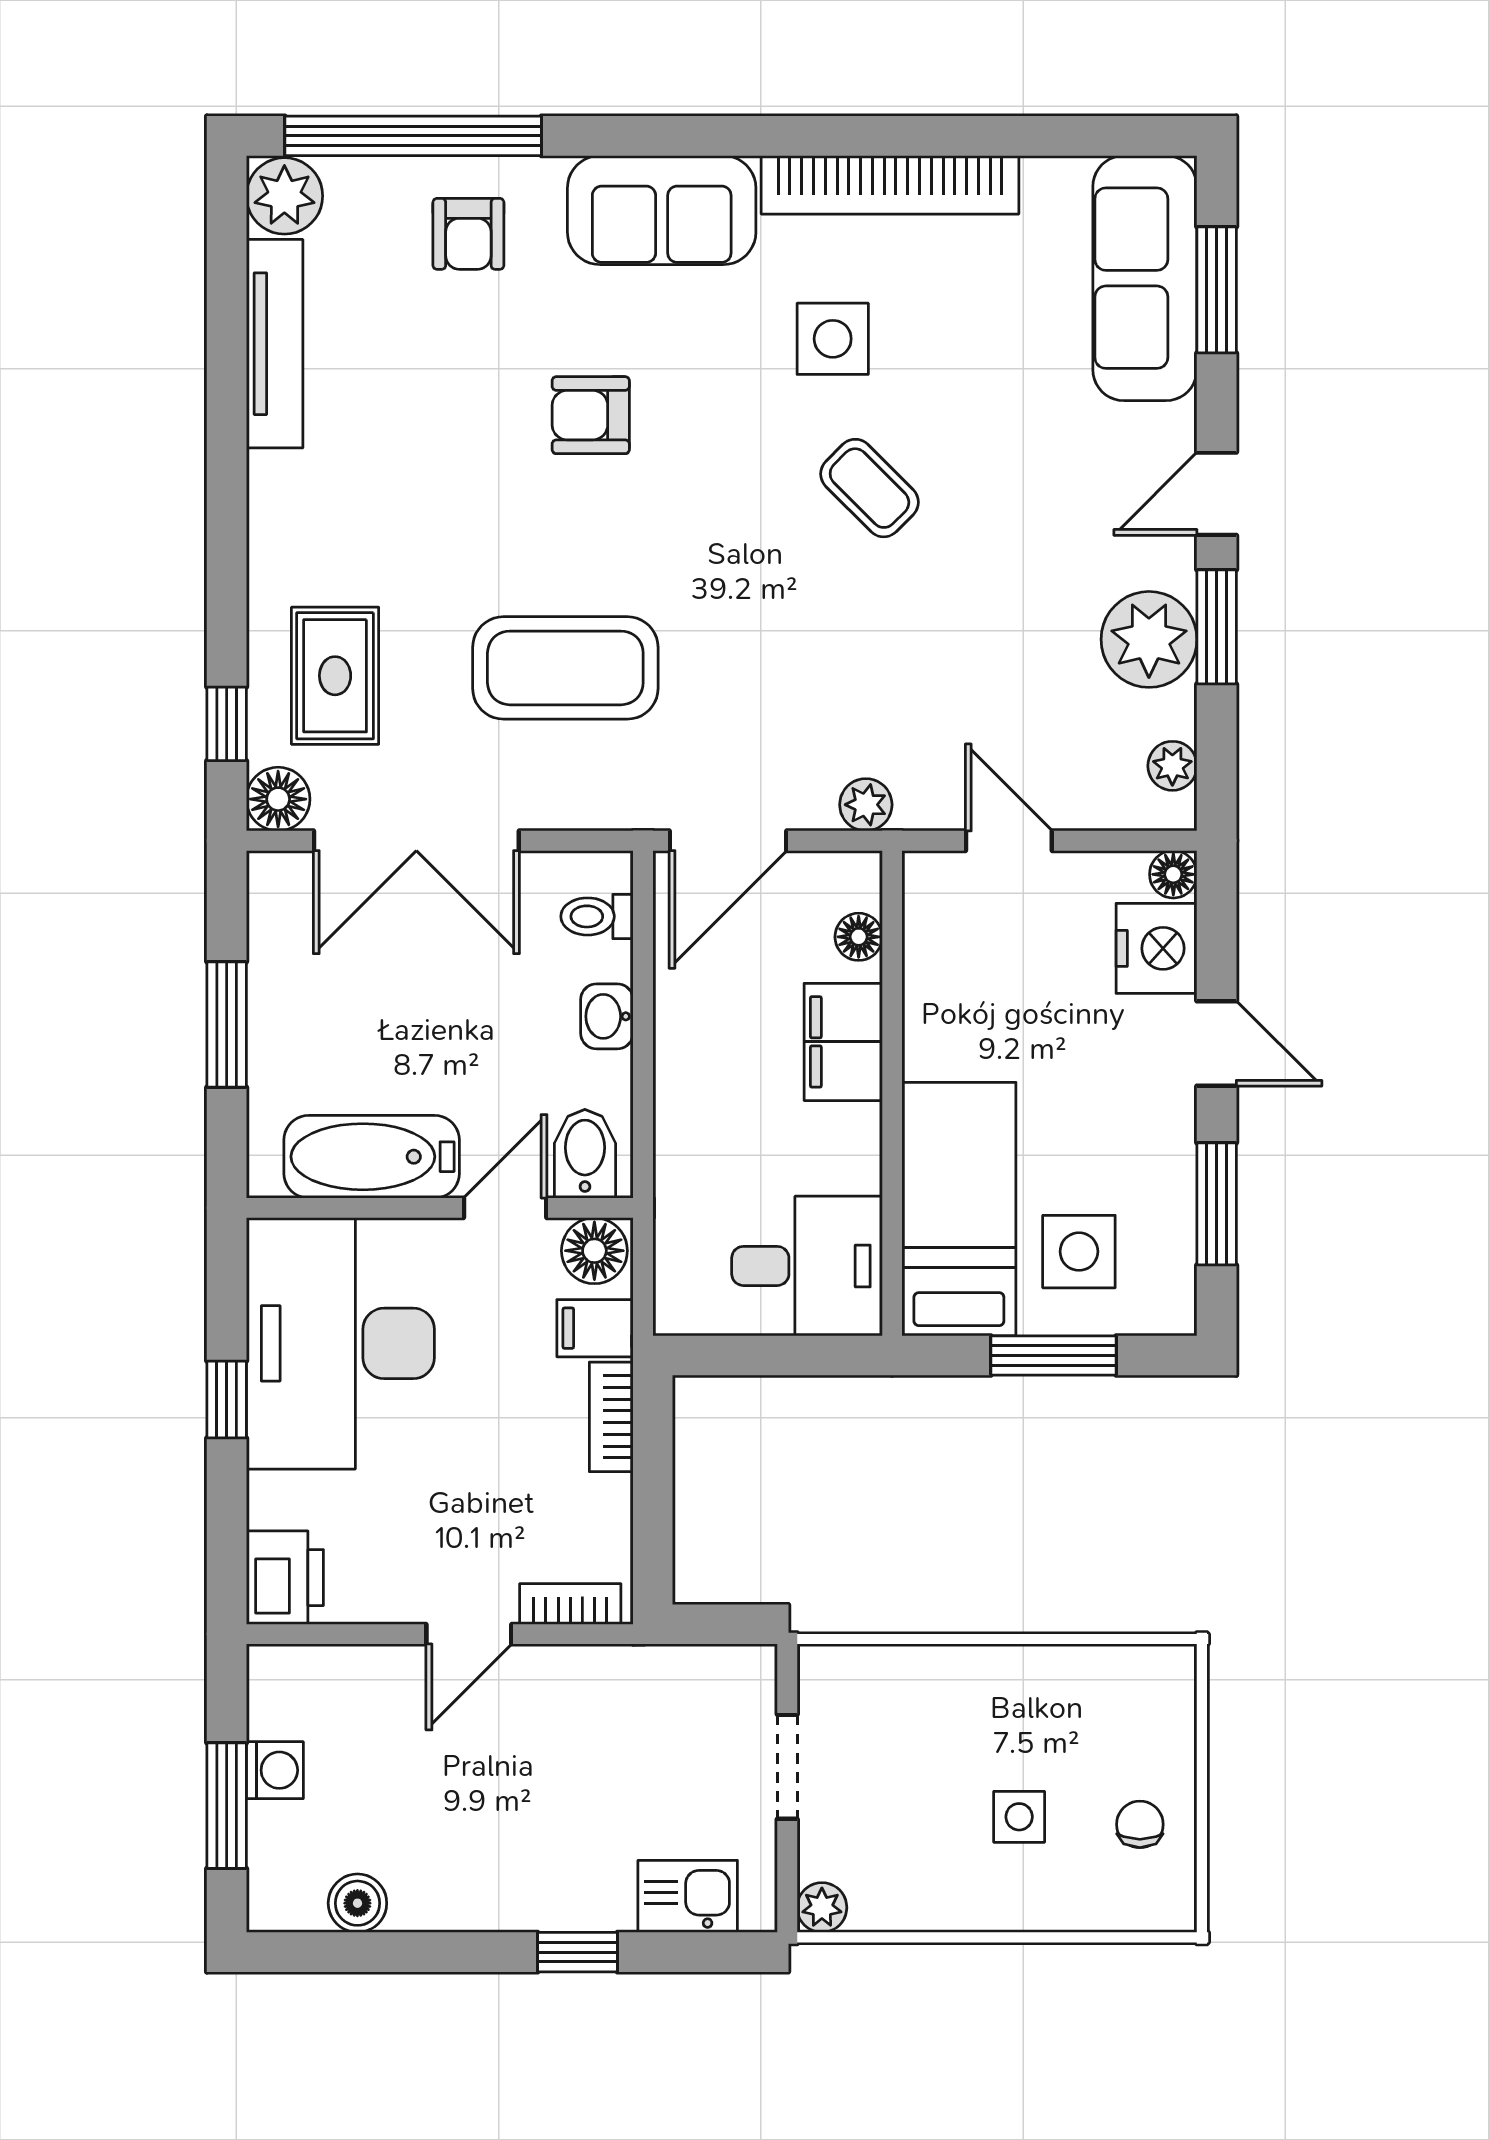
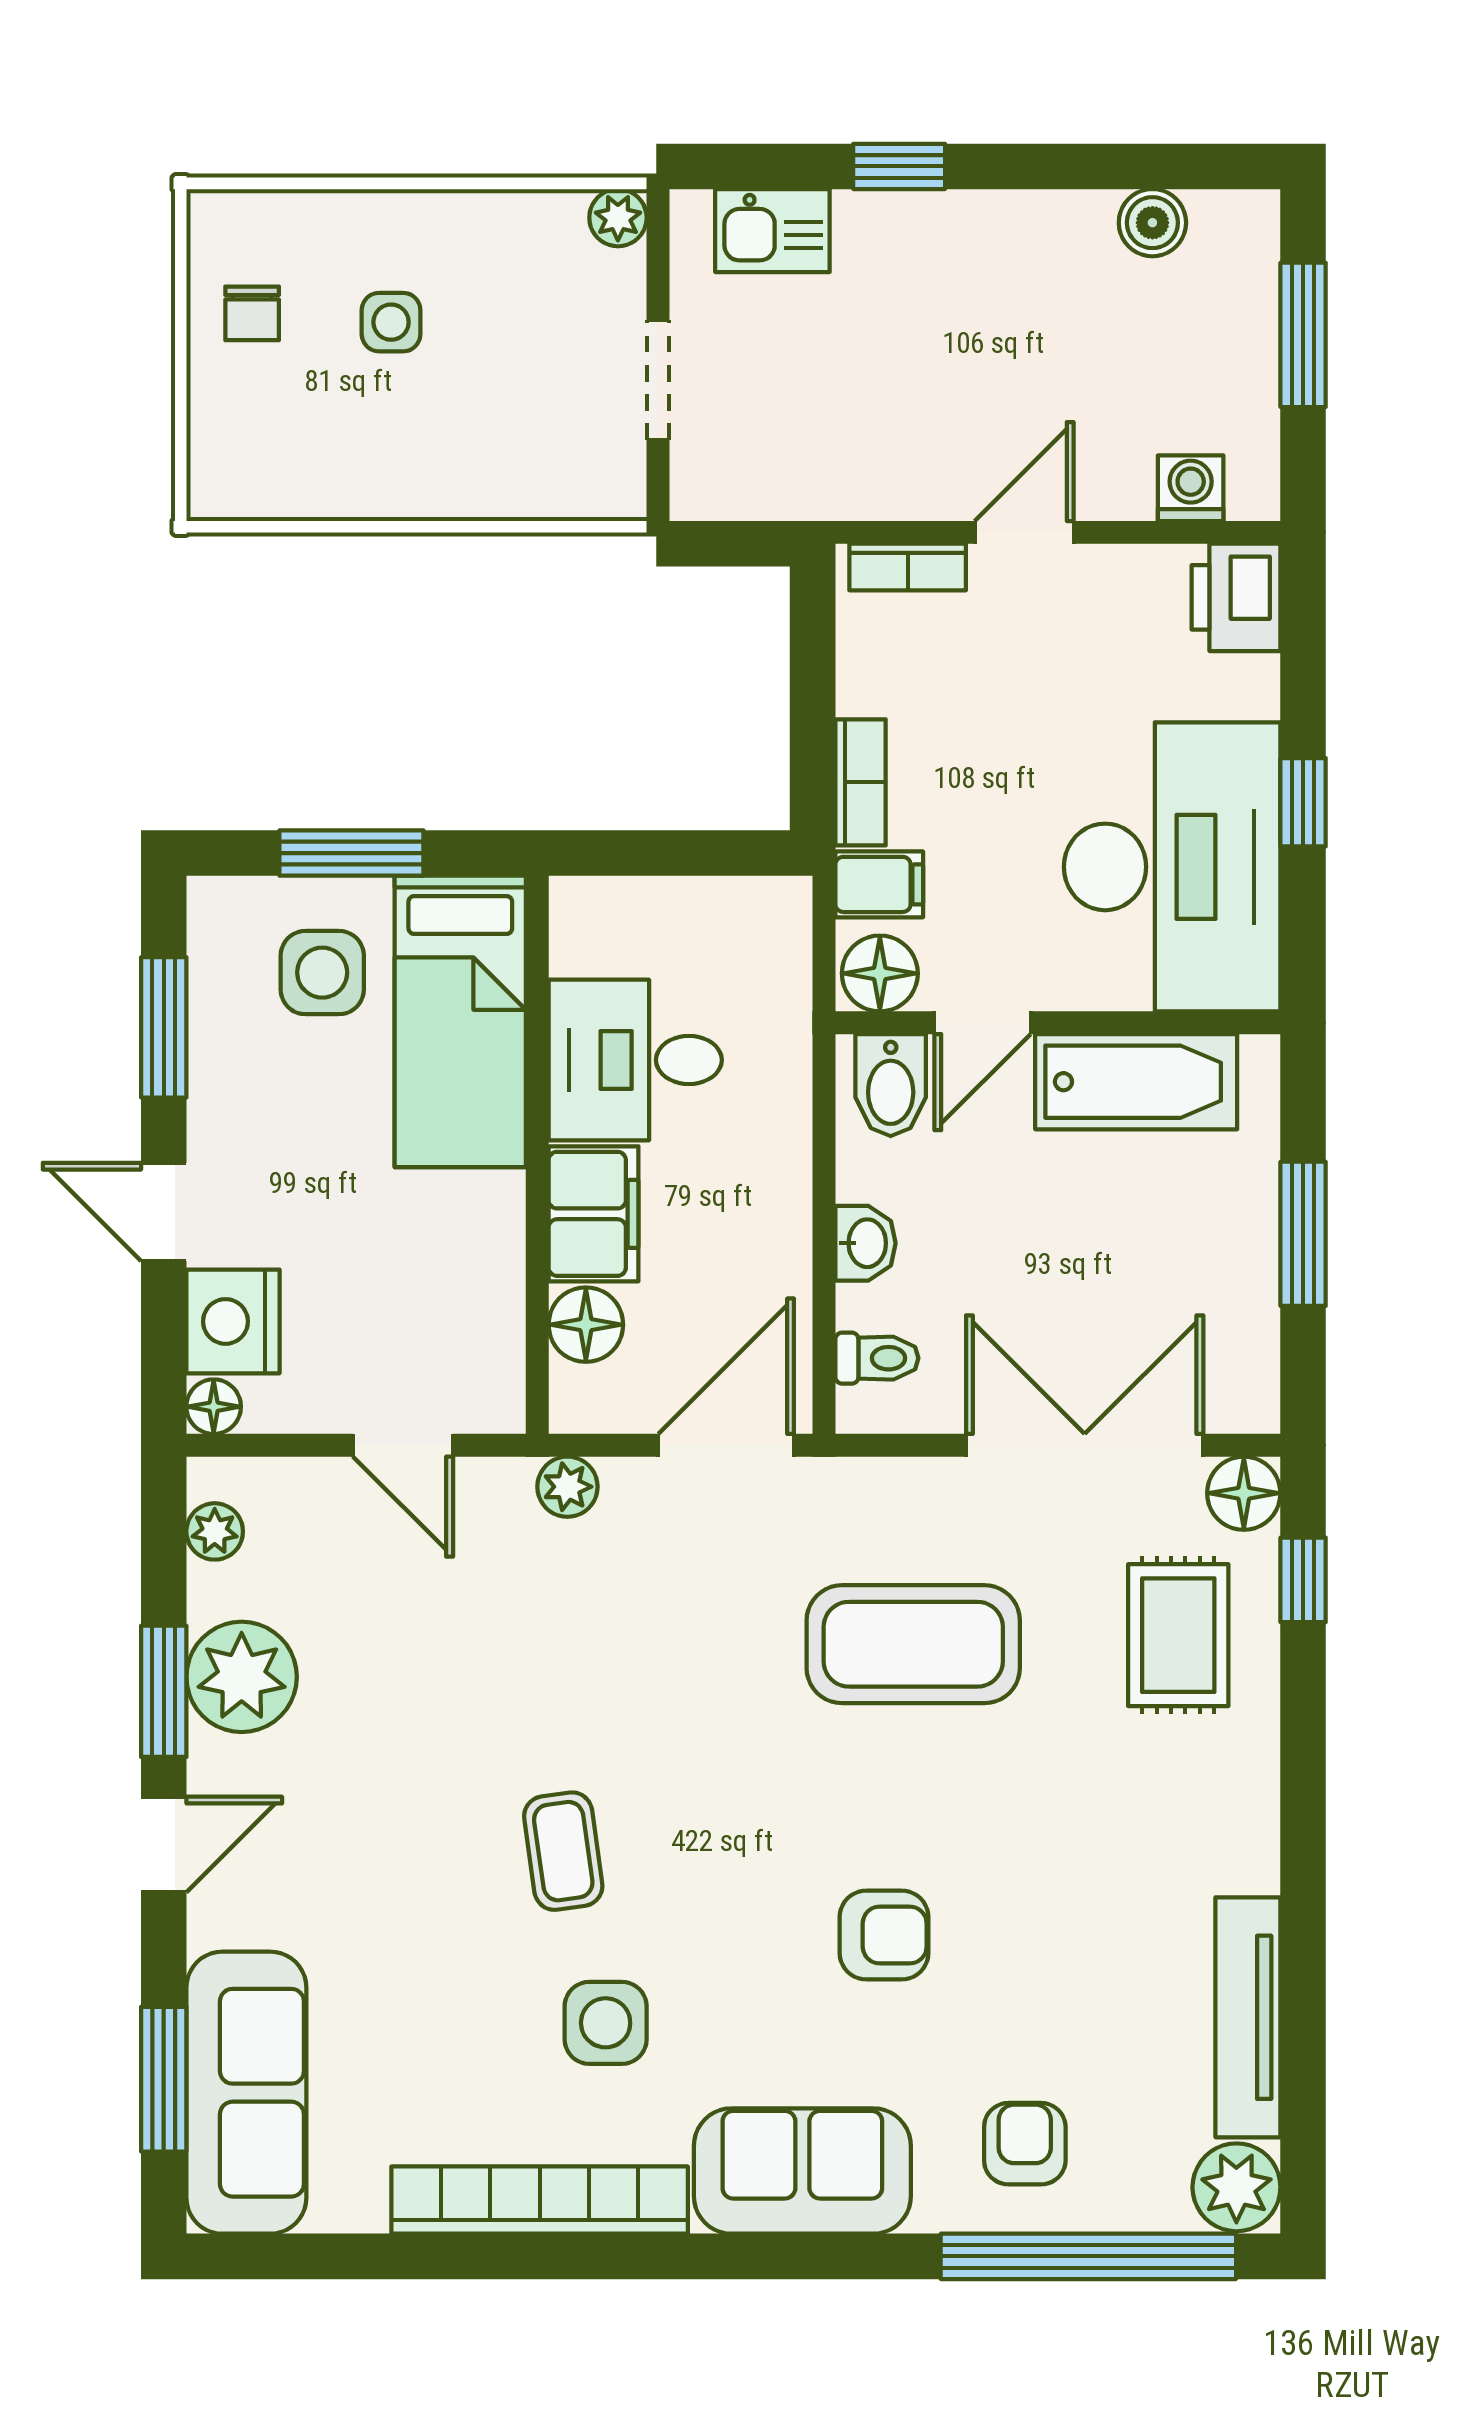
coffee table: (869, 488) -> (563, 1851), turned 37
floor lamp: (859, 937) -> (586, 1325), width x1.37, depth x1.37
desk: (807, 1266) -> (635, 1060), moved
washing machine: (275, 1770) -> (1191, 488), moved, turned 90

